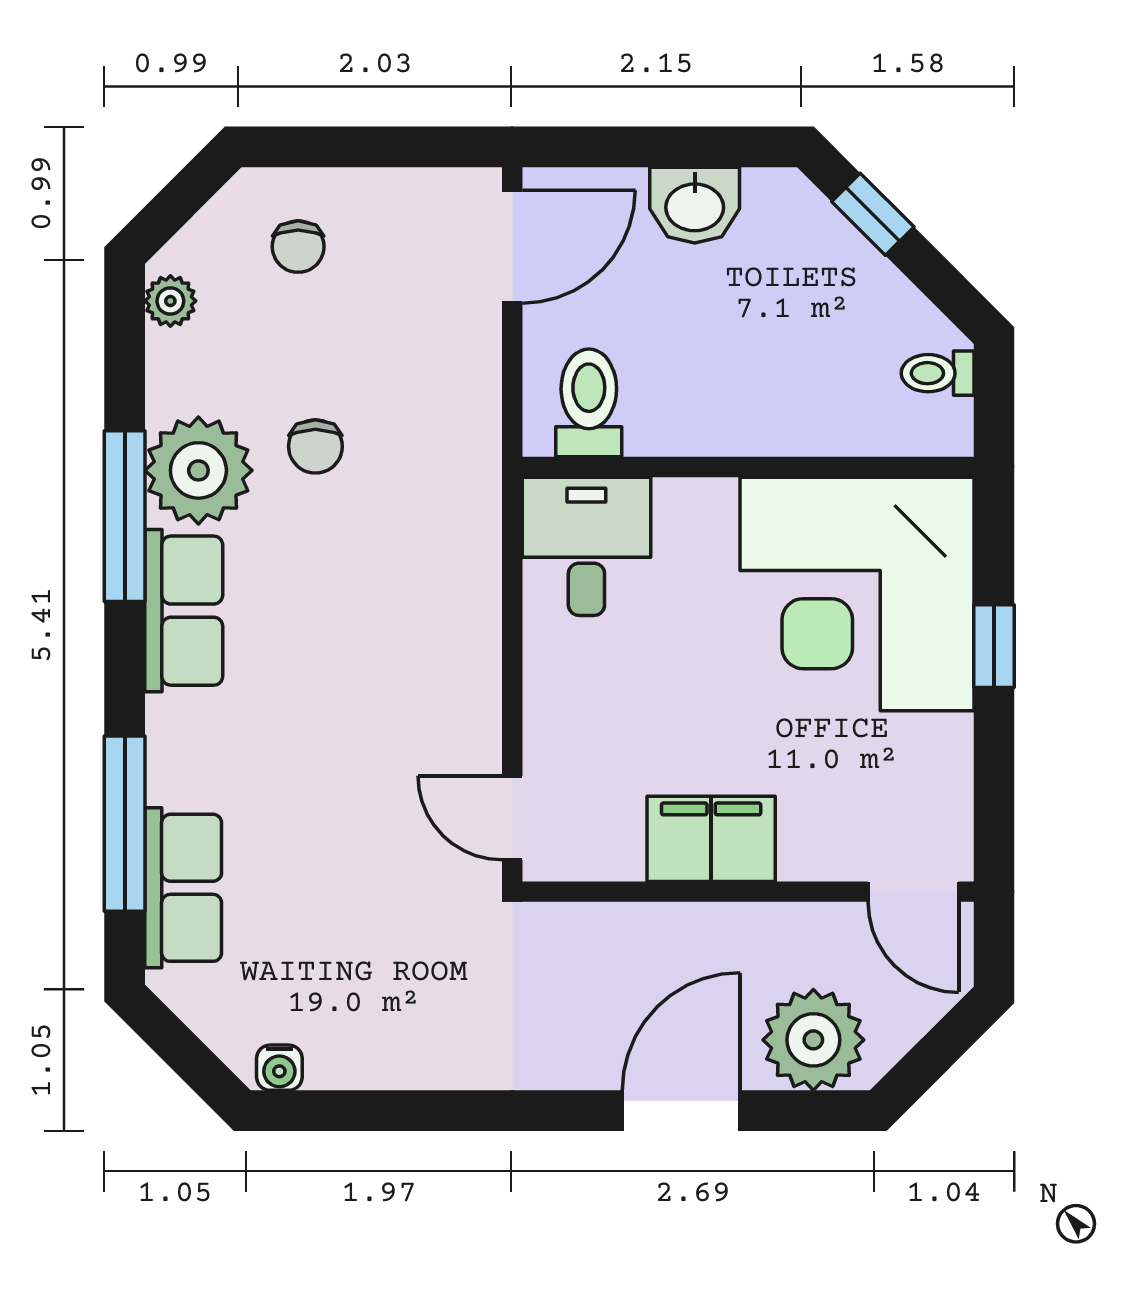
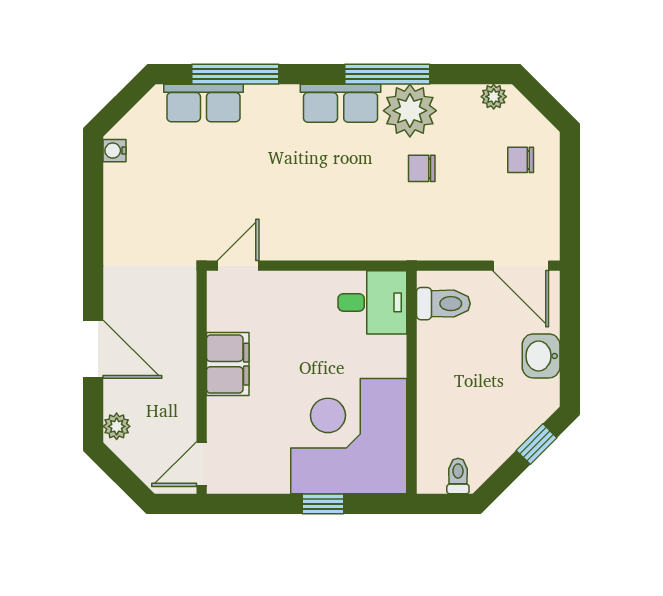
plant: (813, 1040) -> (117, 426), width x0.53, depth x0.53

